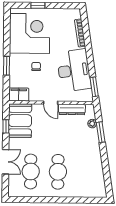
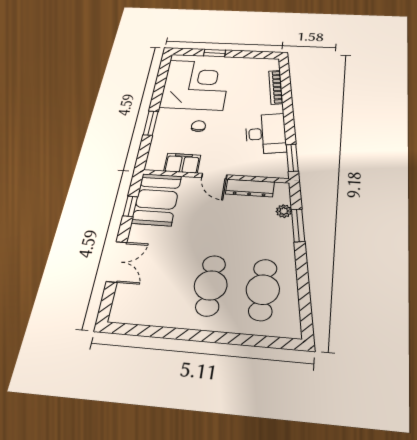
desk: (74, 70) -> (266, 134), width x0.73, depth x0.77
filing cabinet: (19, 94) -> (182, 163), moved
cafe table: (31, 171) -> (263, 290), moved

